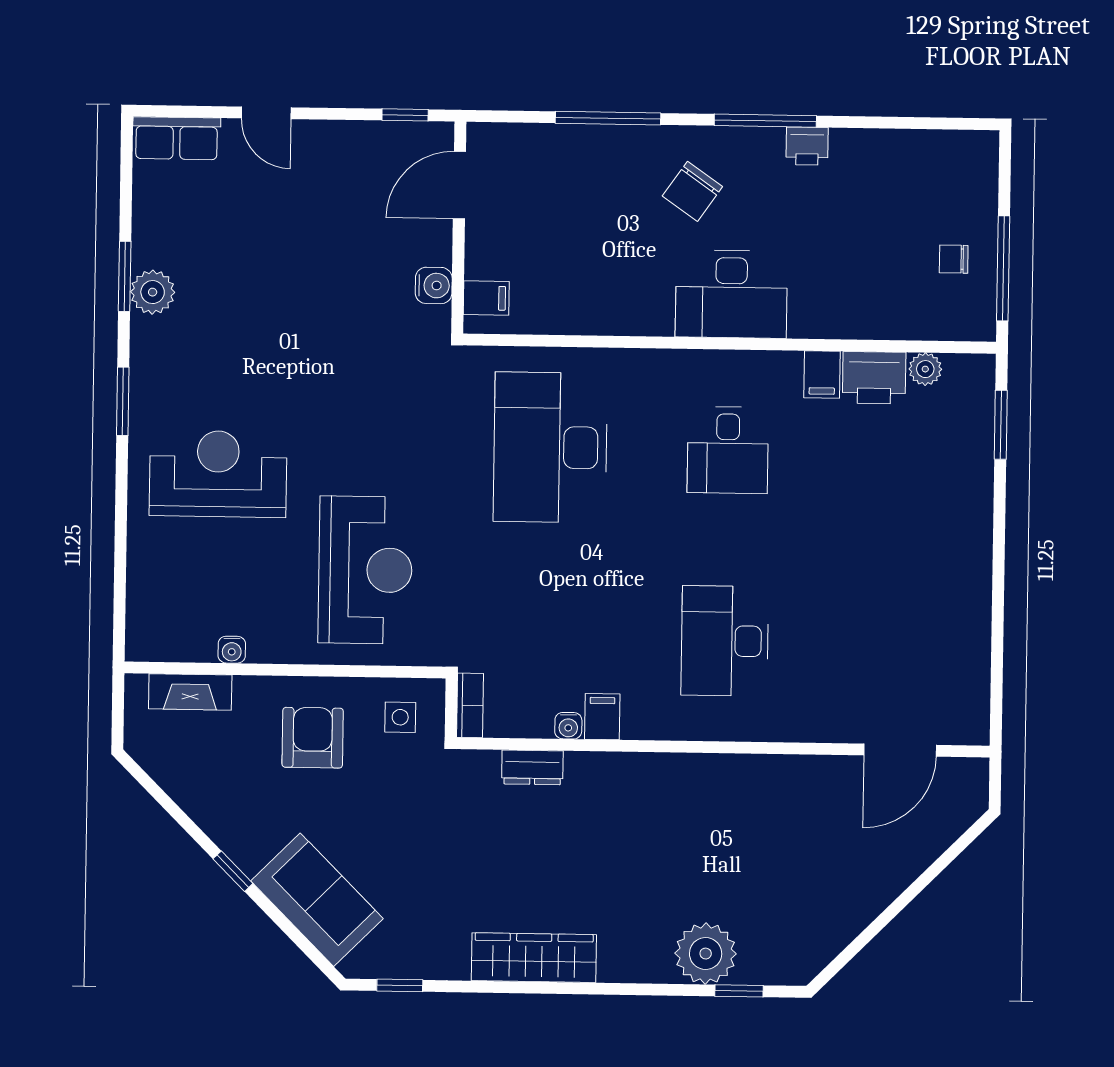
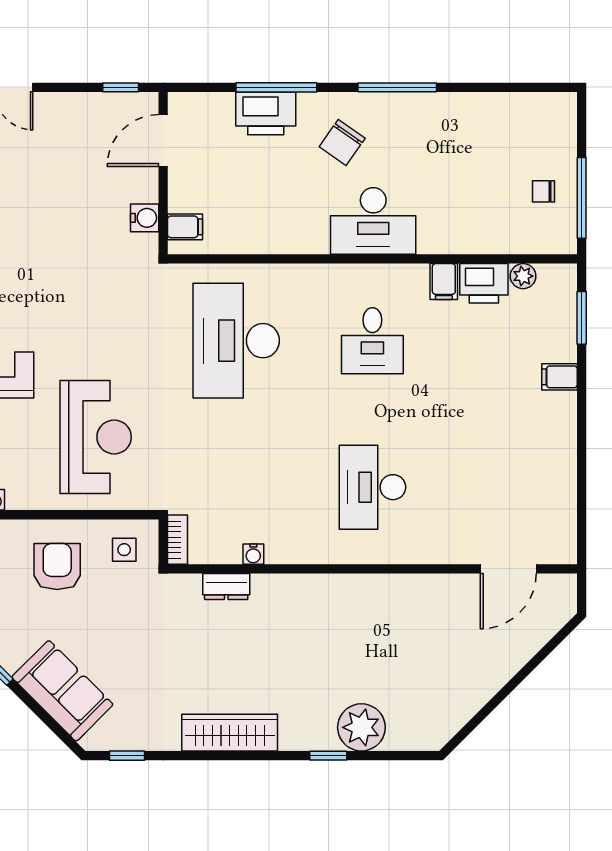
printer: (807, 146) -> (266, 113), moved, width x1.87, depth x1.48
filing cabinet: (602, 717) -> (559, 377), moved, turned -90
window: (739, 991) -> (328, 756), moved

